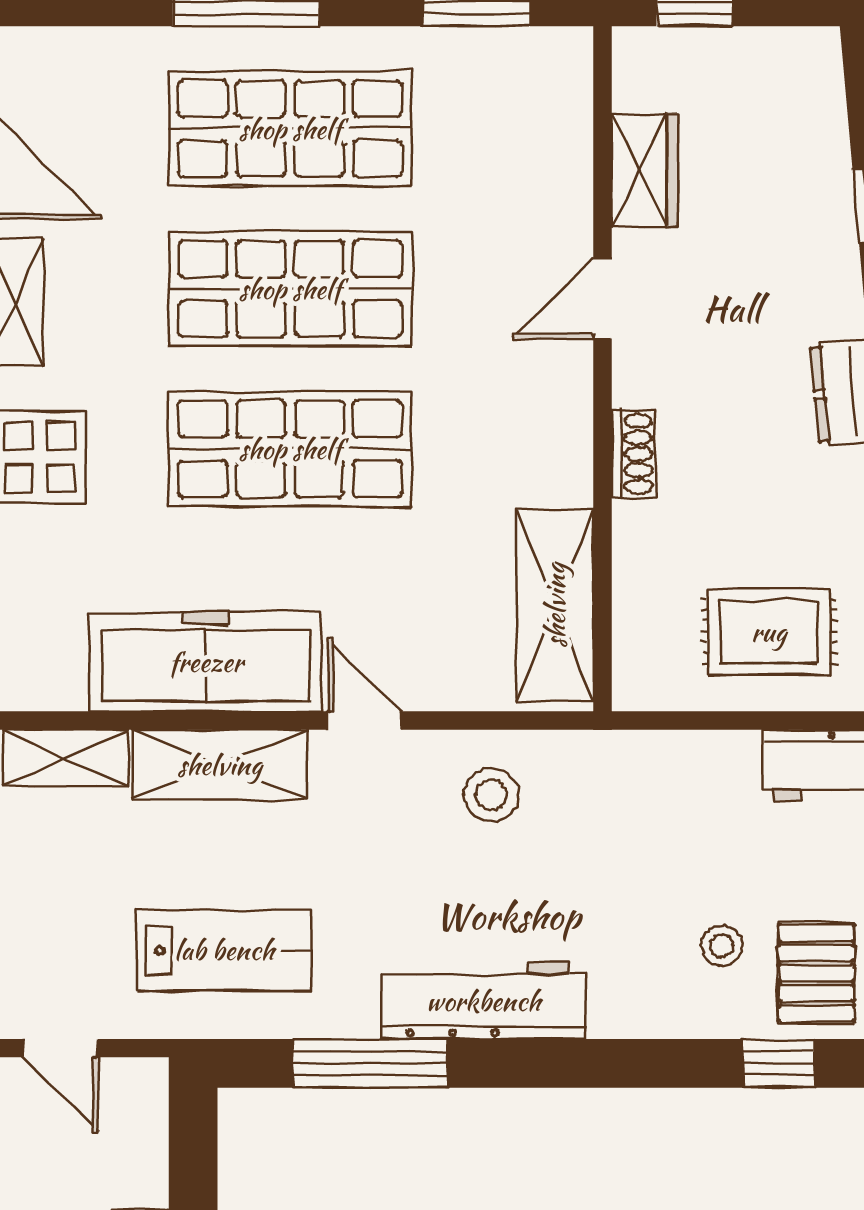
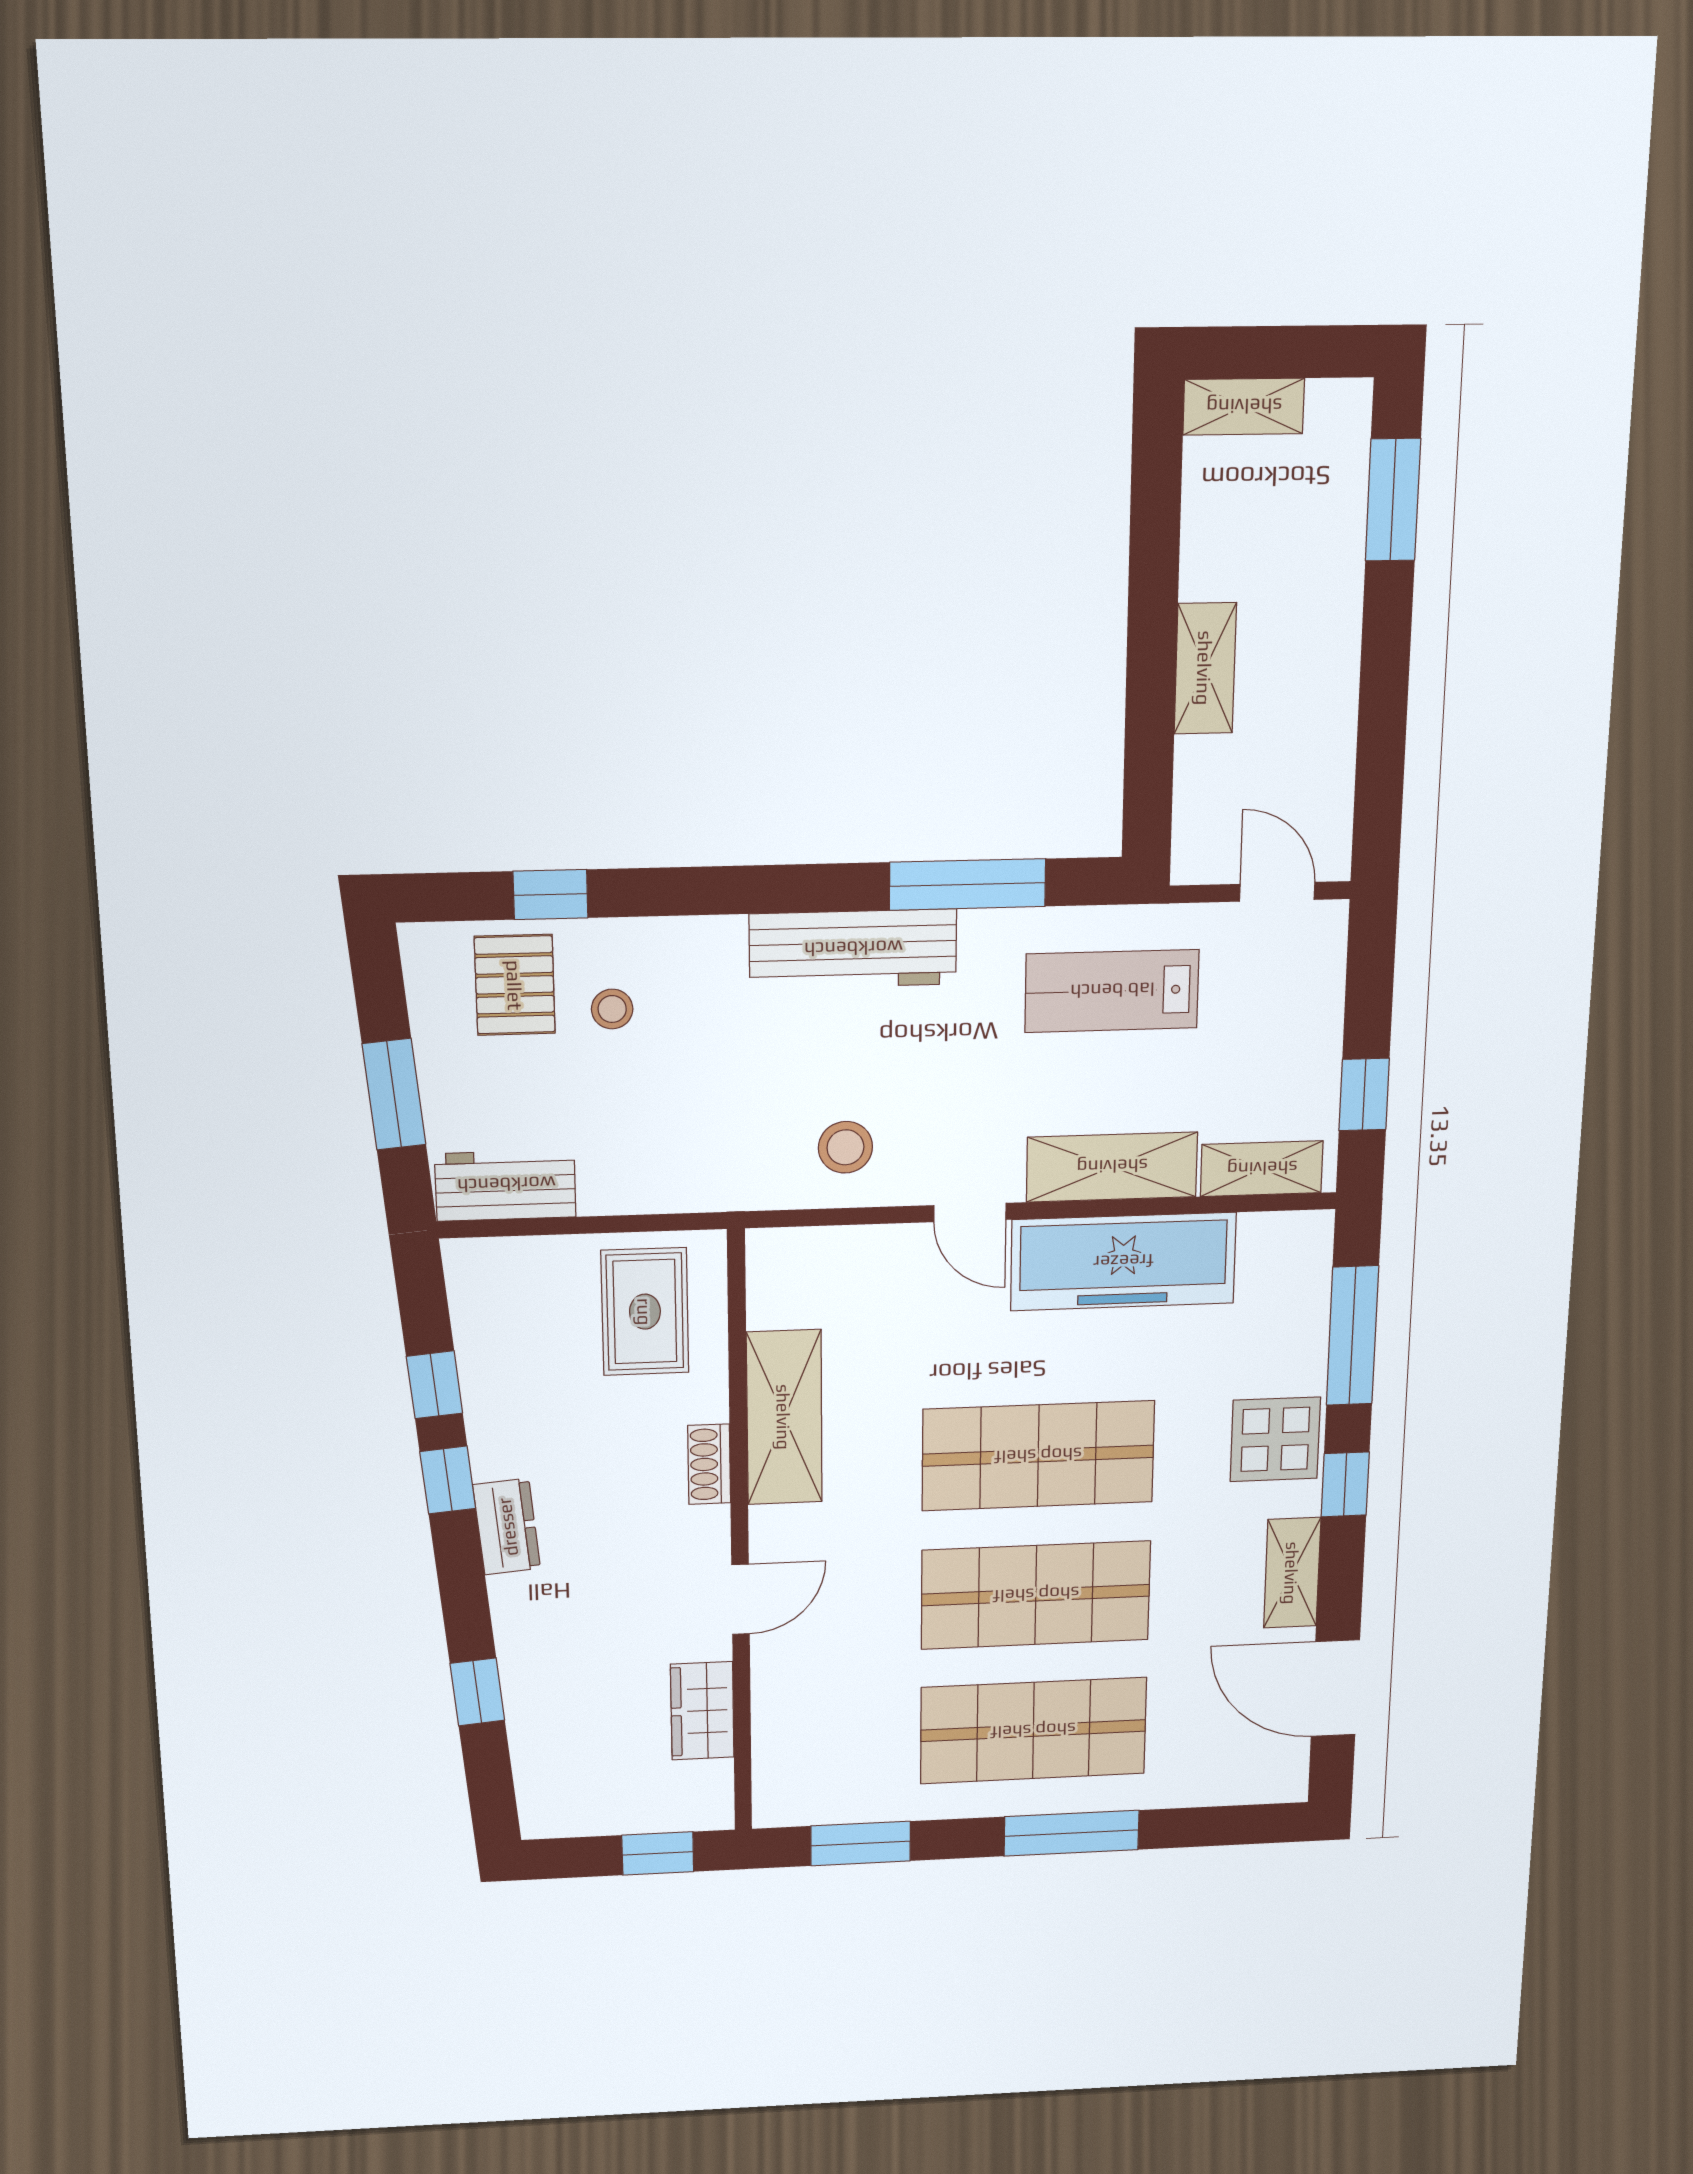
shelving: (555, 605) -> (784, 1417), moved
rug: (769, 632) -> (645, 1312), moved, turned 90

